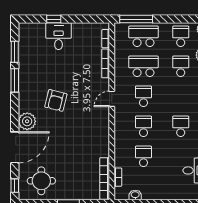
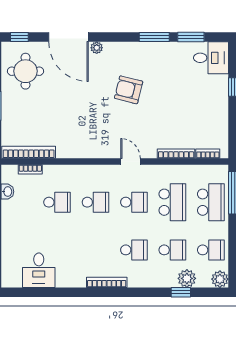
desk: (59, 36) -> (211, 58), moved
plant: (27, 121) -> (97, 48), width x0.53, depth x0.53
school desk: (181, 126) -> (134, 250), moved

